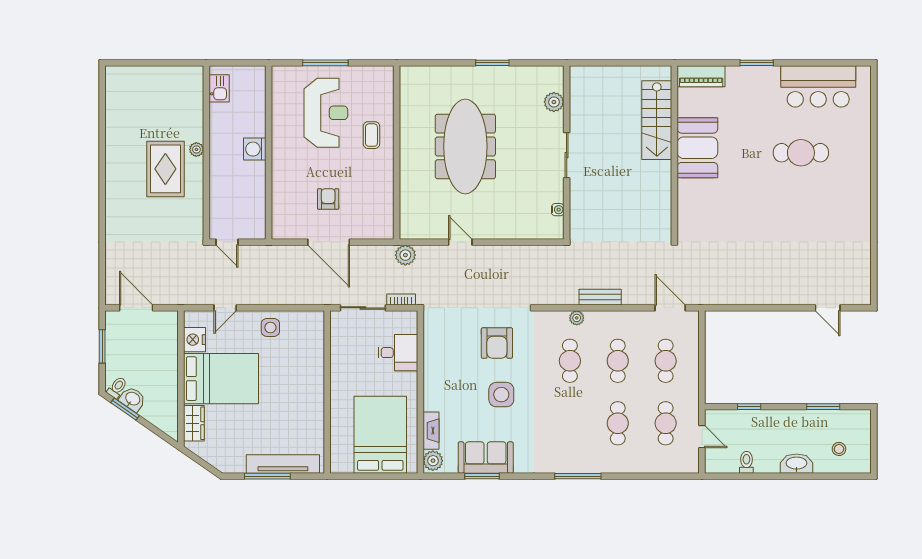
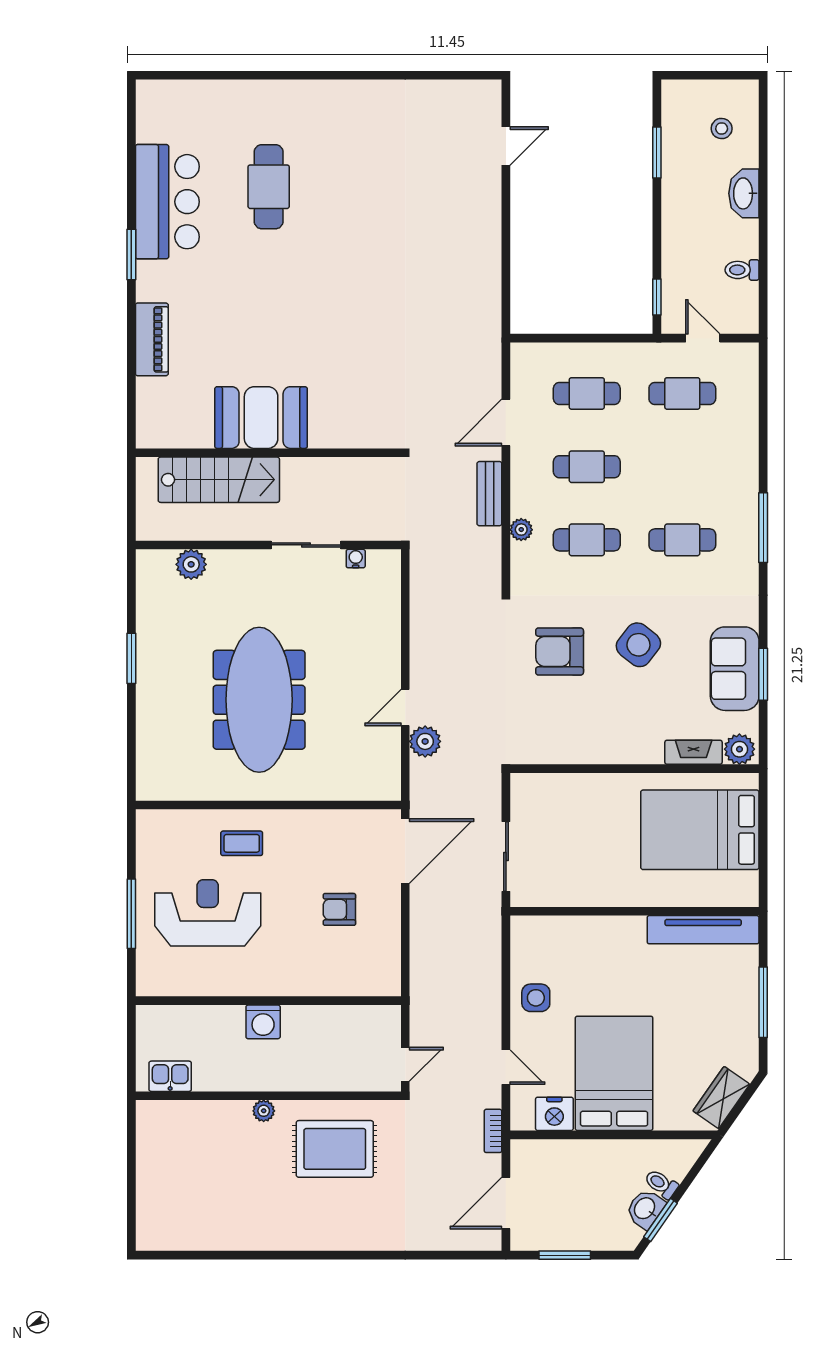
bar counter: (818, 86) -> (167, 202), moved
stairs: (657, 120) -> (219, 480), moved
meeting table: (465, 146) -> (259, 700), turned 90
booth: (697, 148) -> (261, 418), moved
wall: (674, 152) -> (268, 453), moved
sliding door: (567, 155) -> (306, 545), moved
rug: (165, 169) -> (335, 1149), moved
door: (329, 242) -> (405, 851), moved
plant: (405, 255) -> (425, 741), moved
bookcase: (401, 299) -> (493, 1131), moved
door: (670, 308) -> (506, 422), moved
armchair: (497, 343) -> (560, 651), turned 180
desk: (398, 353) -> (574, 803), removed
toilet: (117, 387) -> (661, 1184), moved
side table: (501, 395) -> (638, 645), turned 38
window: (749, 407) -> (657, 297), moved
wardrobe: (194, 423) -> (721, 1098), moved, turned -55
cafe table: (618, 423) -> (682, 540), moved
door: (702, 437) -> (703, 338), hinge flipped
tv unit: (283, 464) -> (703, 930), moved, turned -90

